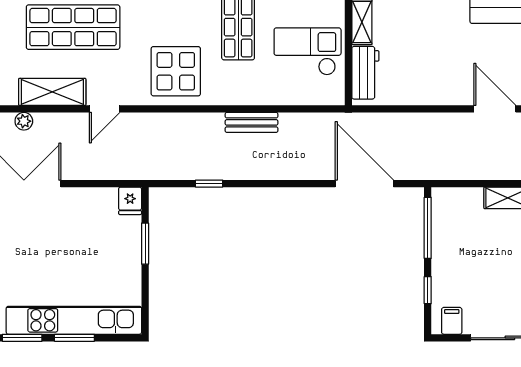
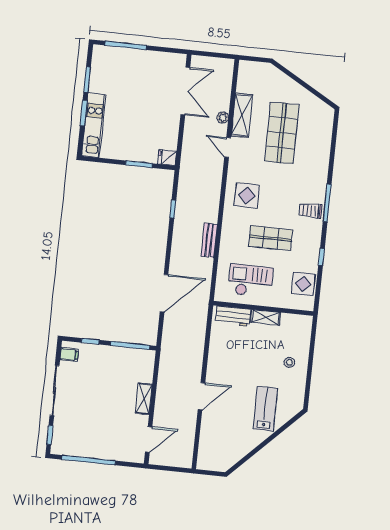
checkout: (308, 51) -> (251, 281), turned -90
display table: (176, 71) -> (247, 195), width x0.73, depth x0.73
plant: (24, 121) -> (223, 117), moved
door: (364, 184) -> (164, 293), moved
kitchen unit: (74, 320) -> (94, 125), width x0.73

